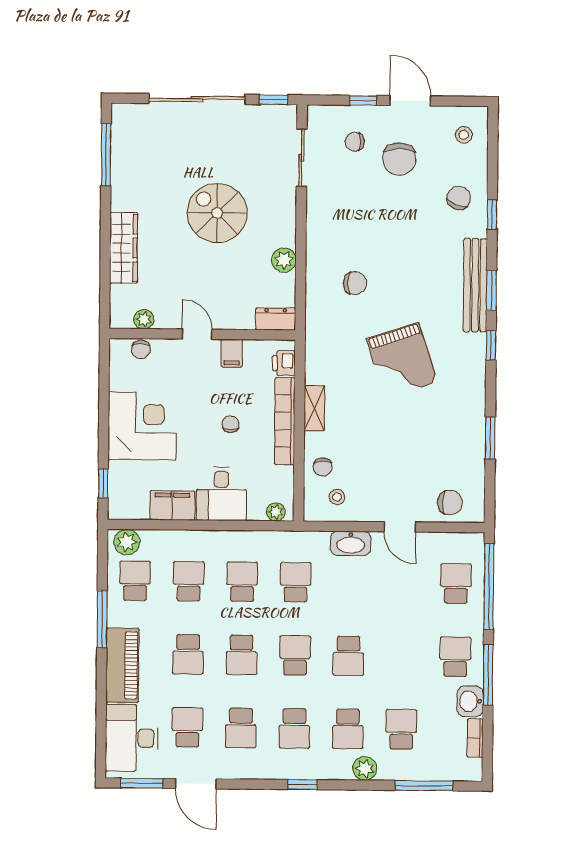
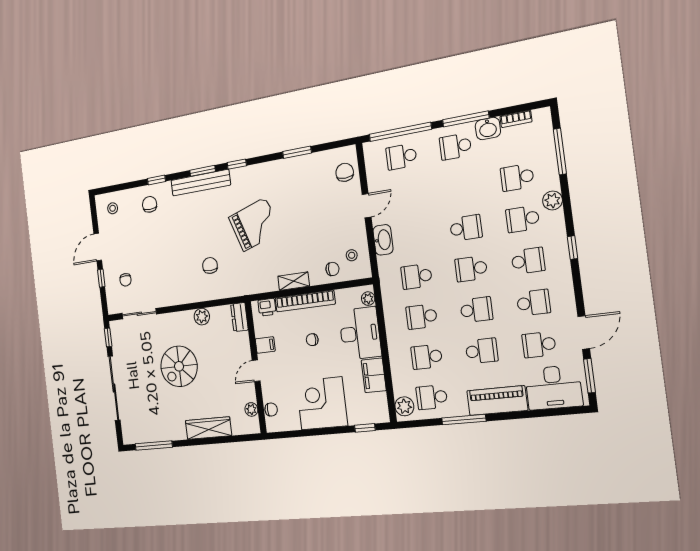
chair: (399, 159) -> (132, 248), removed
chair: (459, 198) -> (150, 204), turned 69
desk: (221, 494) -> (360, 333), width x1.37
school desk: (348, 729) -> (523, 219), turned 180

